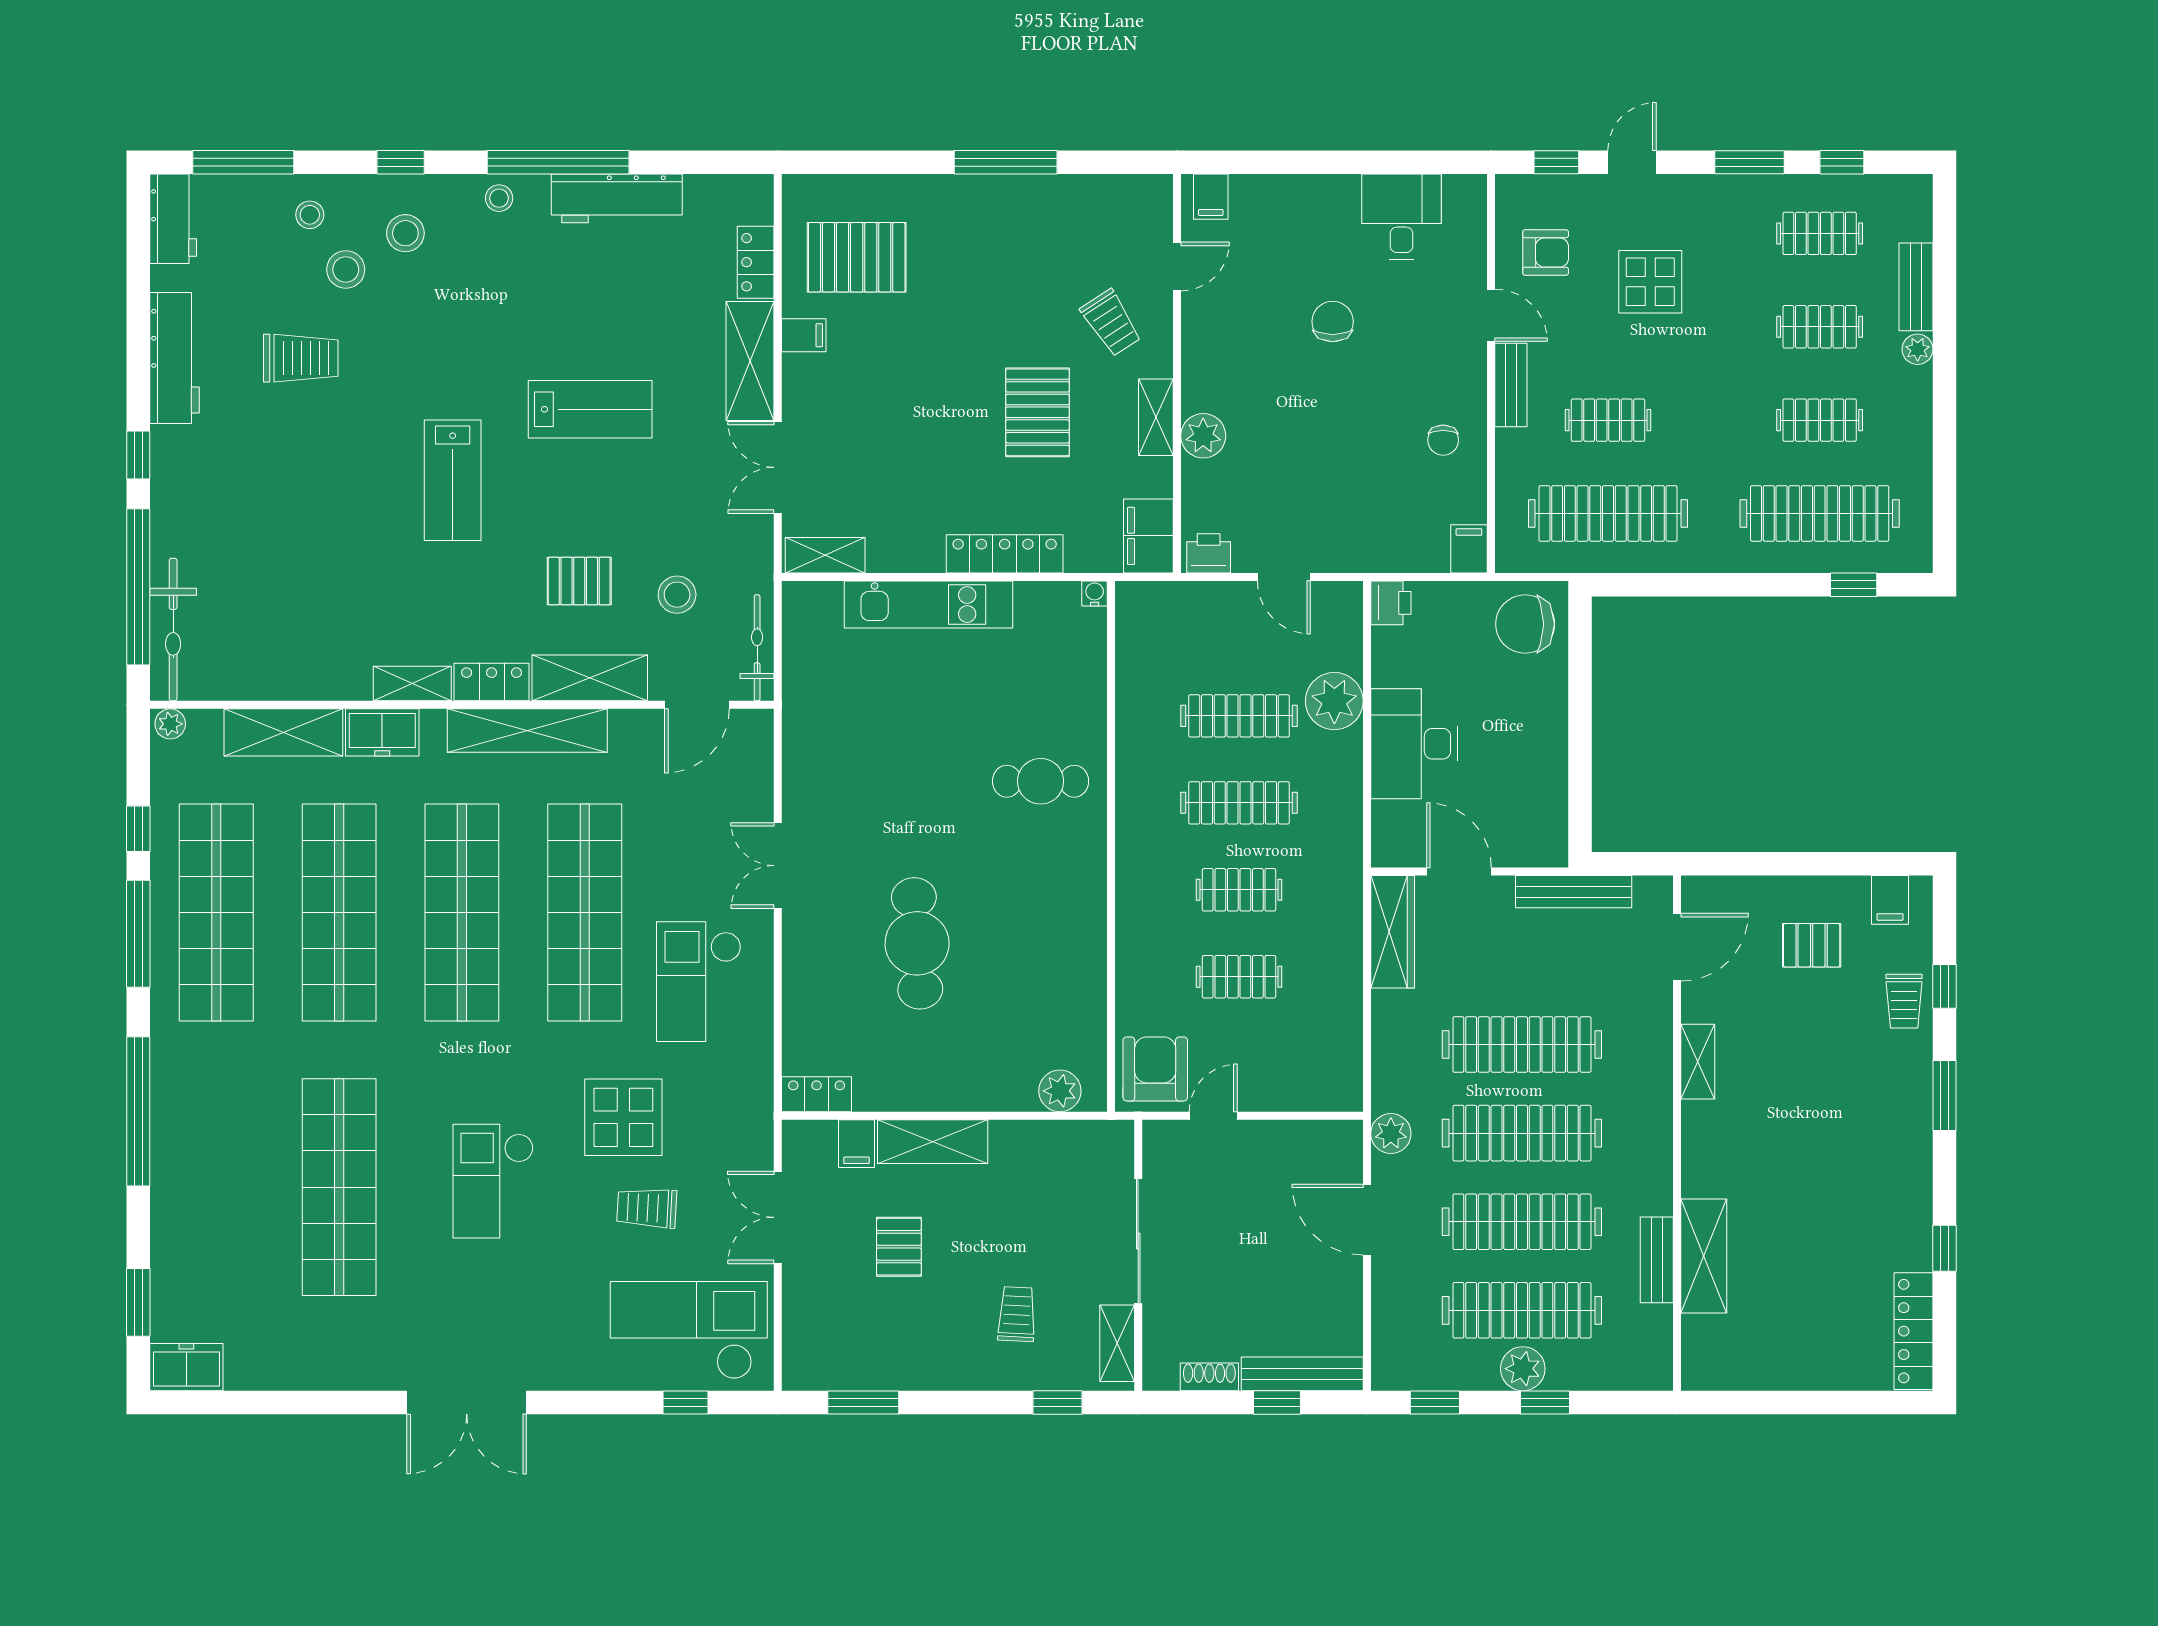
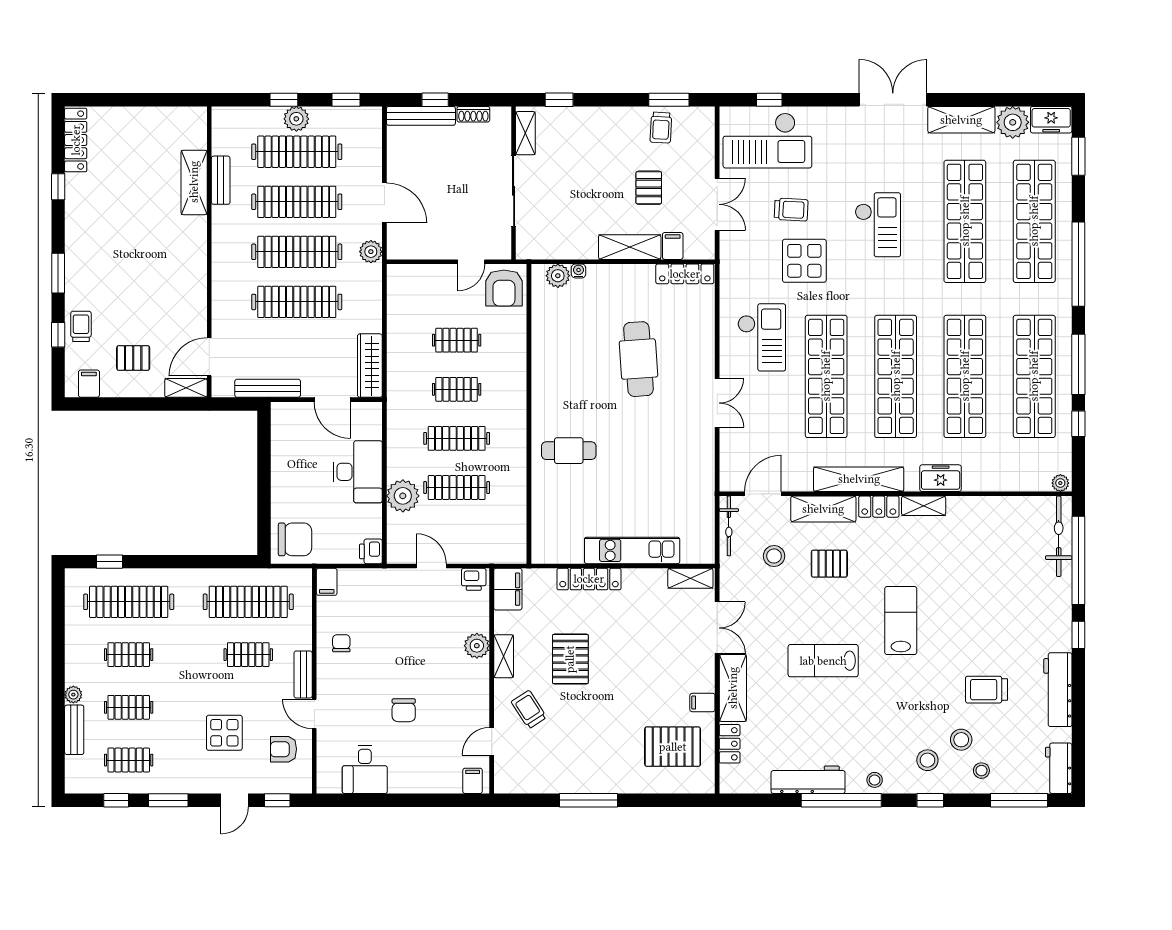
water cooler: (1095, 593) -> (579, 271), moved, turned 180
shelving: (283, 732) -> (961, 120), moved
shelving: (1698, 1062) -> (186, 388), moved, turned 90
locker: (817, 1094) -> (685, 274), width x1.53
shop shelf: (216, 1187) -> (1034, 221), added
trolley: (1017, 1314) -> (661, 128), moved
plant: (255, 1362) -> (1013, 122), added

